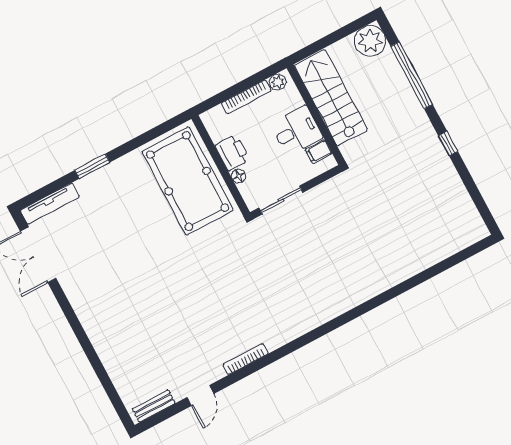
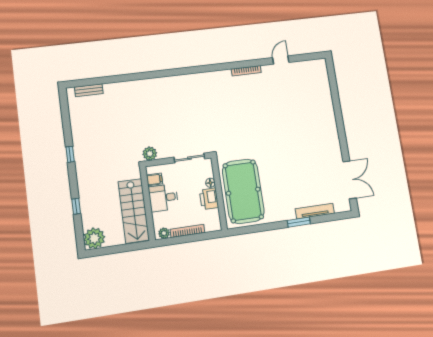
window: (412, 75) -> (76, 206), width x0.32
plant: (339, 186) -> (150, 154), added
tv unit: (50, 204) -> (315, 211), moved
bench: (154, 406) -> (89, 90), moved

